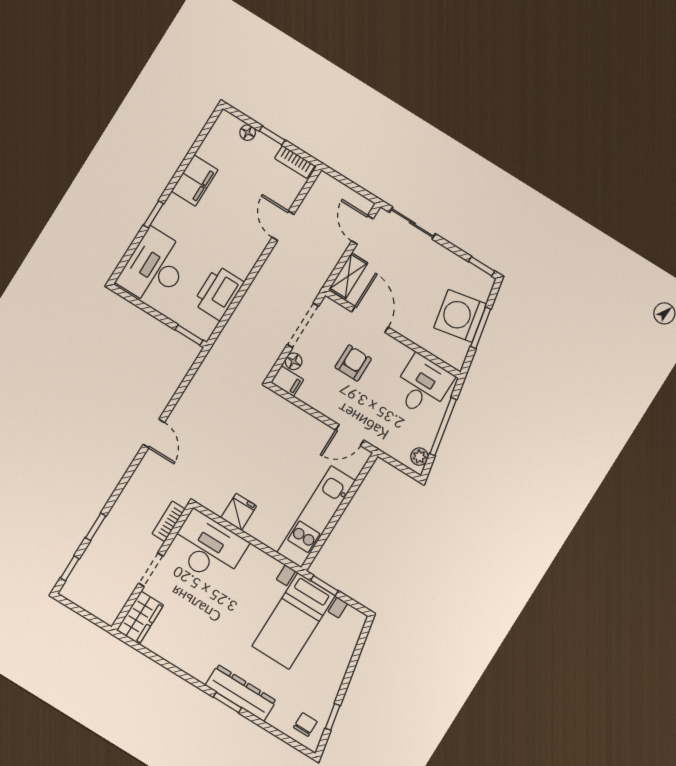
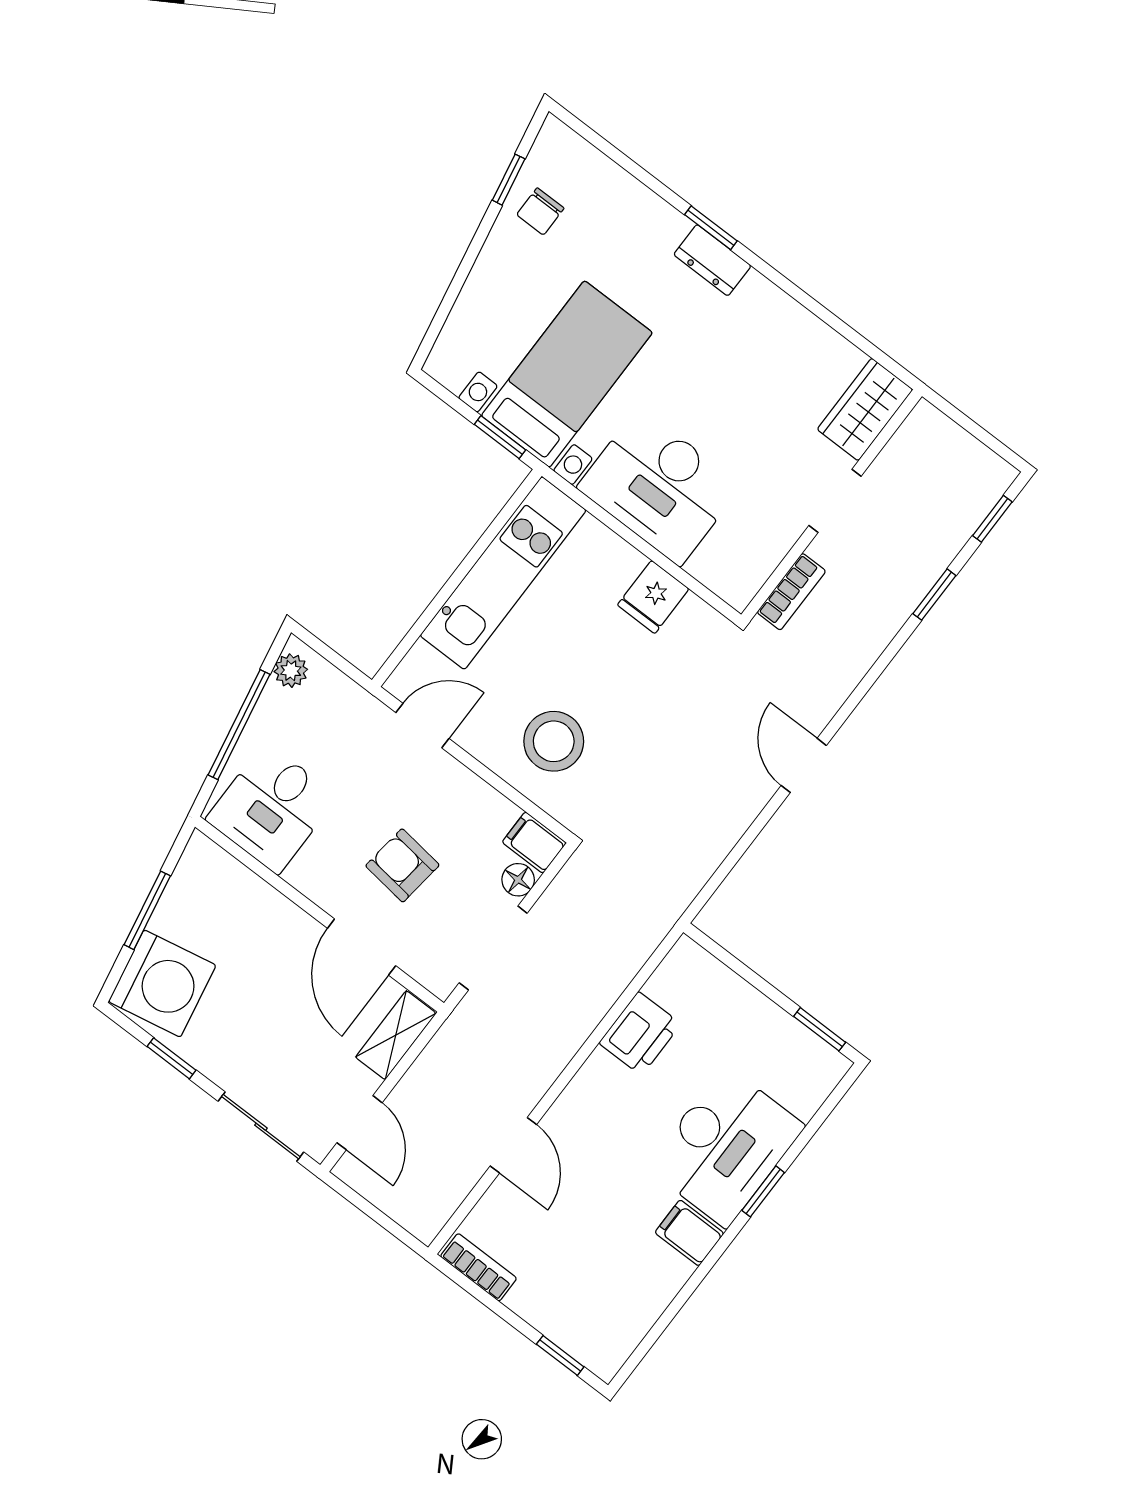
floor lamp: (248, 133) -> (565, 1333), removed
window: (272, 135) -> (560, 1355), moved
filing cabinet: (195, 181) -> (689, 1233), width x0.50
window: (482, 266) -> (172, 1058), moved
desk: (155, 268) -> (725, 1147), moved
printer: (218, 293) -> (640, 1033), width x0.73, depth x0.84
washing machine: (460, 316) -> (162, 983), moved
window: (189, 335) -> (820, 1029), moved
armchair: (353, 363) -> (402, 865), turned 97
stool: (282, 433) -> (554, 741), added
desk: (208, 548) -> (659, 487), moved
dresser: (241, 693) -> (712, 260), width x0.51, depth x0.80
chair: (305, 725) -> (540, 211), moved

